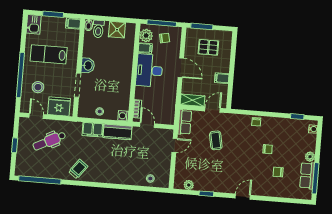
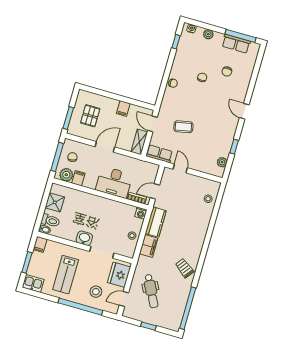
desk: (149, 70) -> (114, 182), moved
plant: (310, 157) -> (208, 34), moved

